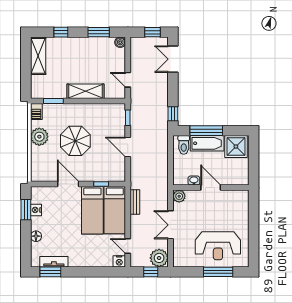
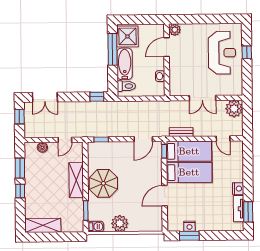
window: (61, 32) -> (20, 191), moved
boiler: (120, 42) -> (42, 147), moved
window: (206, 131) -> (112, 49), moved
parasol: (75, 141) -> (103, 183), moved
door: (128, 147) -> (143, 139), moved
window: (101, 184) -> (164, 151), moved
door: (211, 188) -> (167, 47), moved
plant: (179, 196) -> (175, 30), moved
floor lamp: (36, 236) -> (214, 226), removed
door: (128, 246) -> (223, 138), hinge flipped
nightstand: (119, 261) -> (238, 189), moved
window: (151, 272) -> (247, 116), removed
window: (218, 272) -> (247, 52), width x0.46

